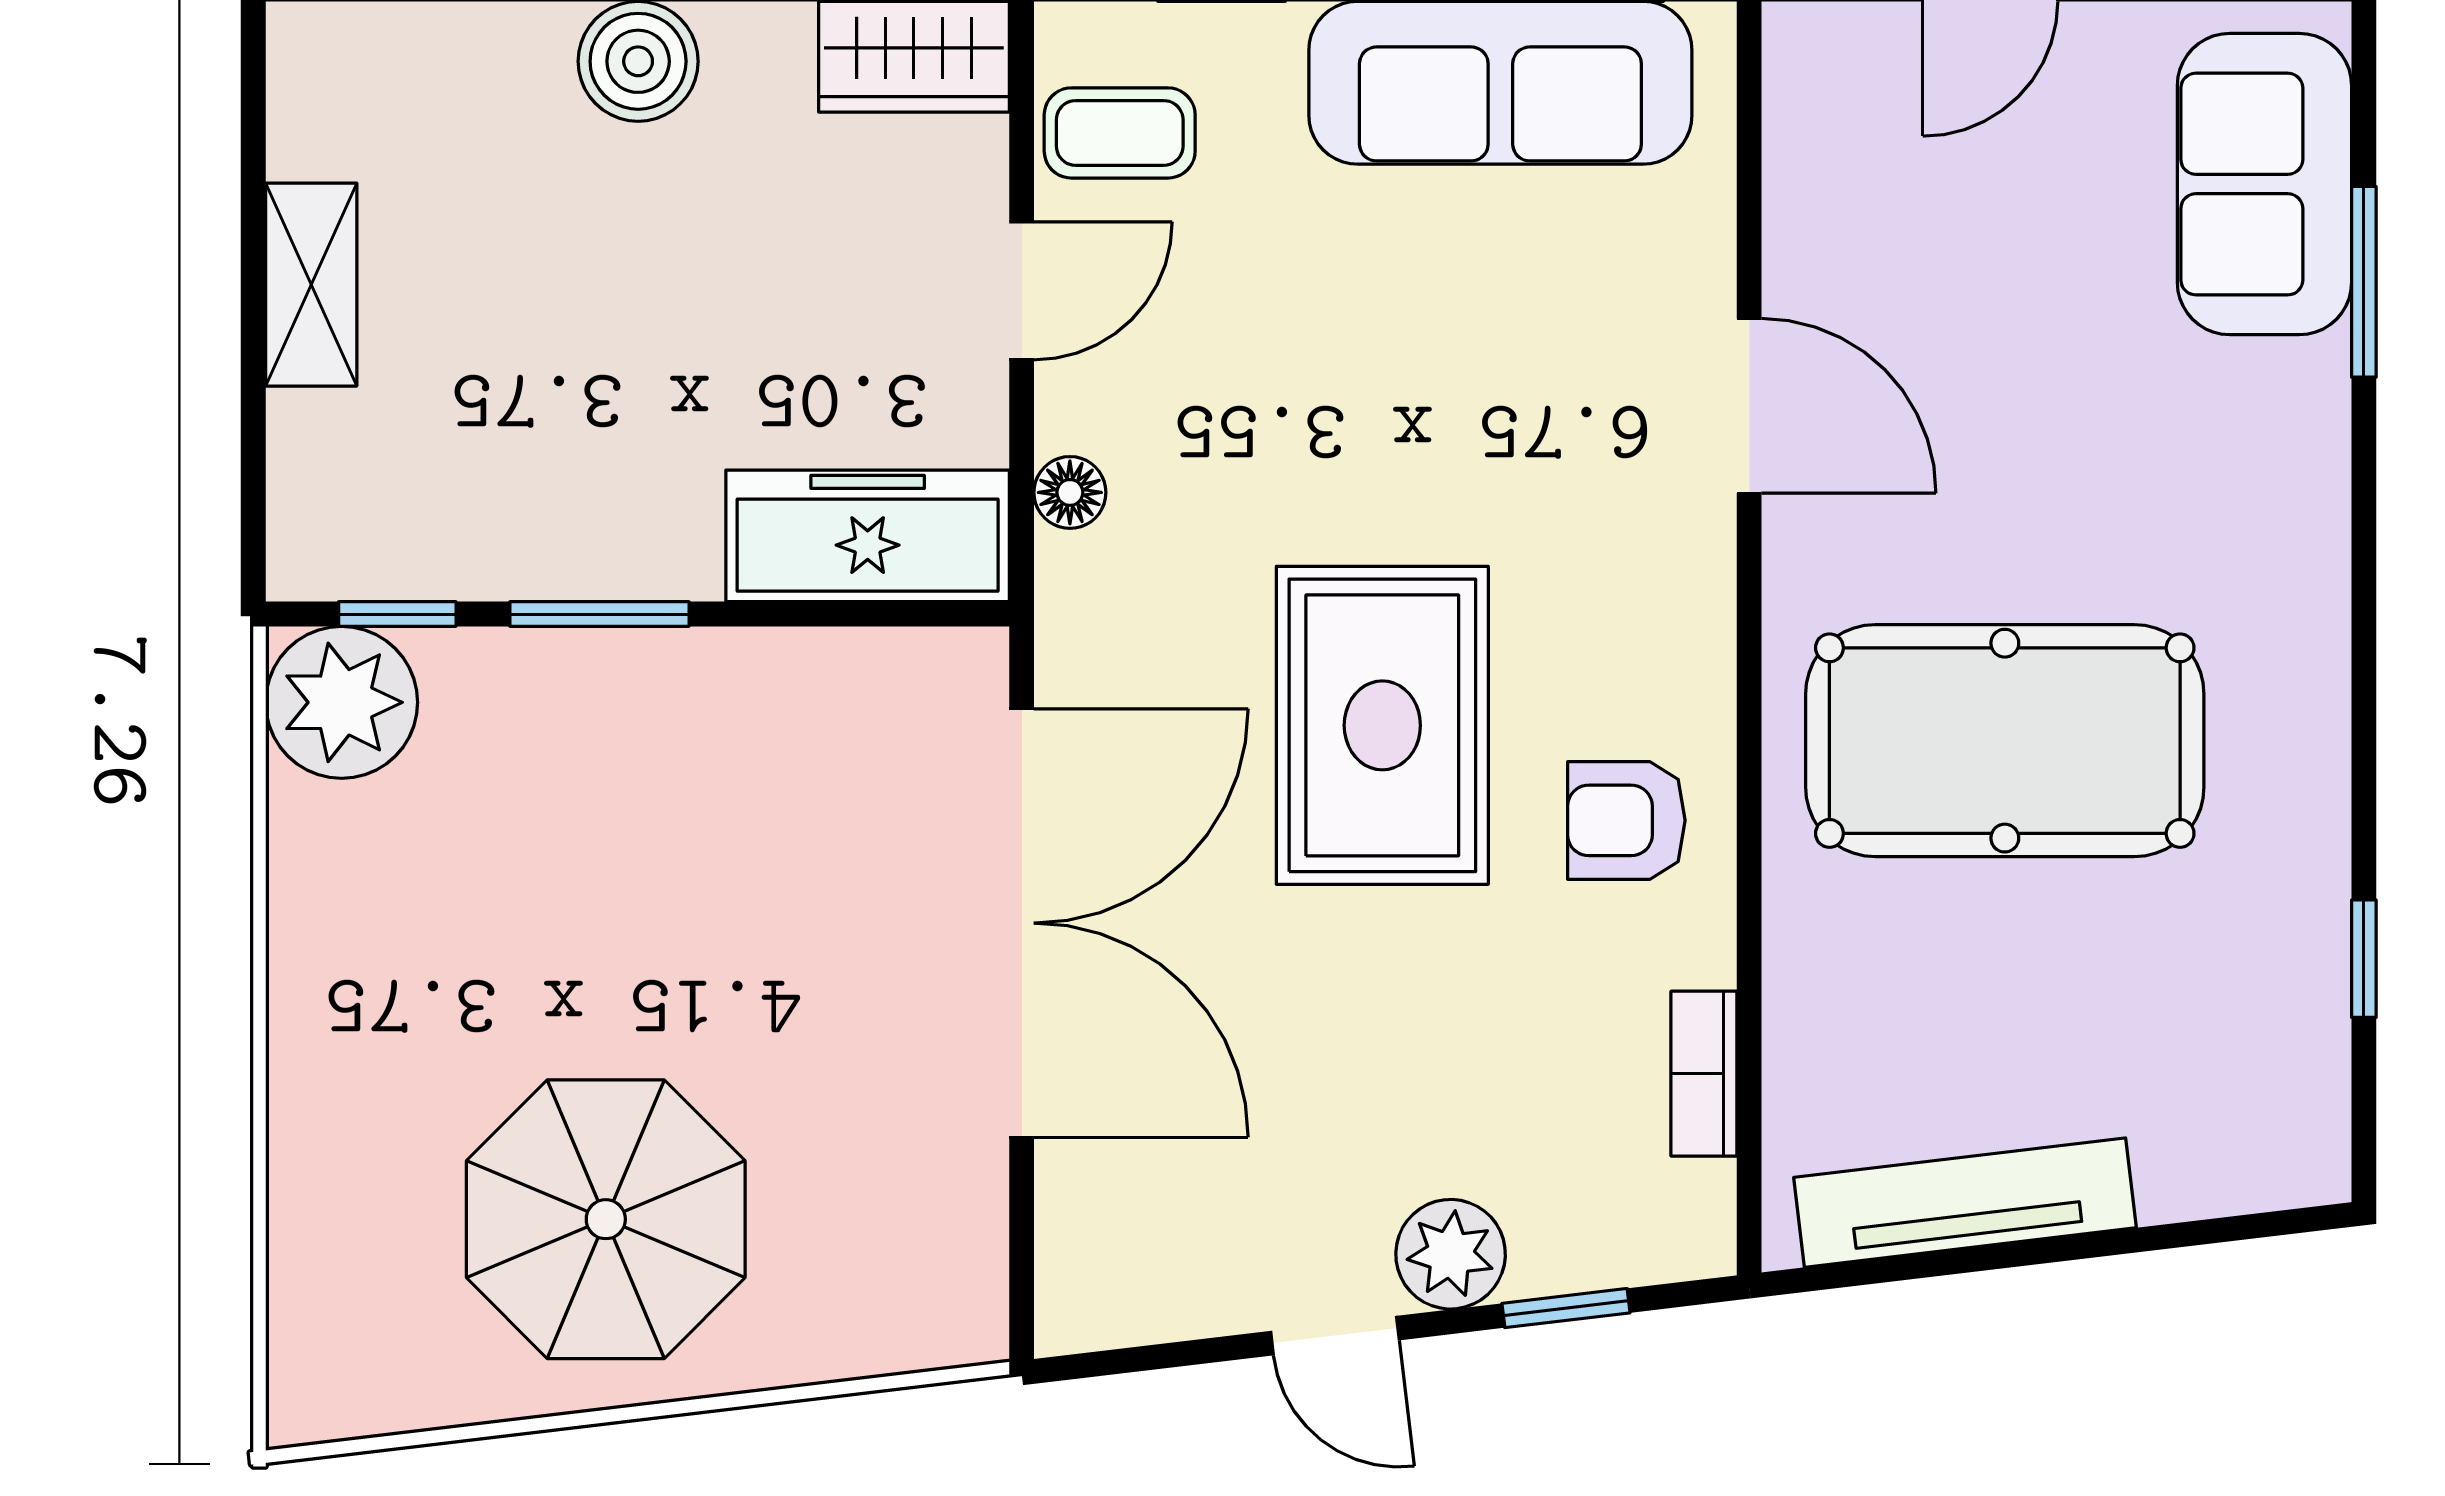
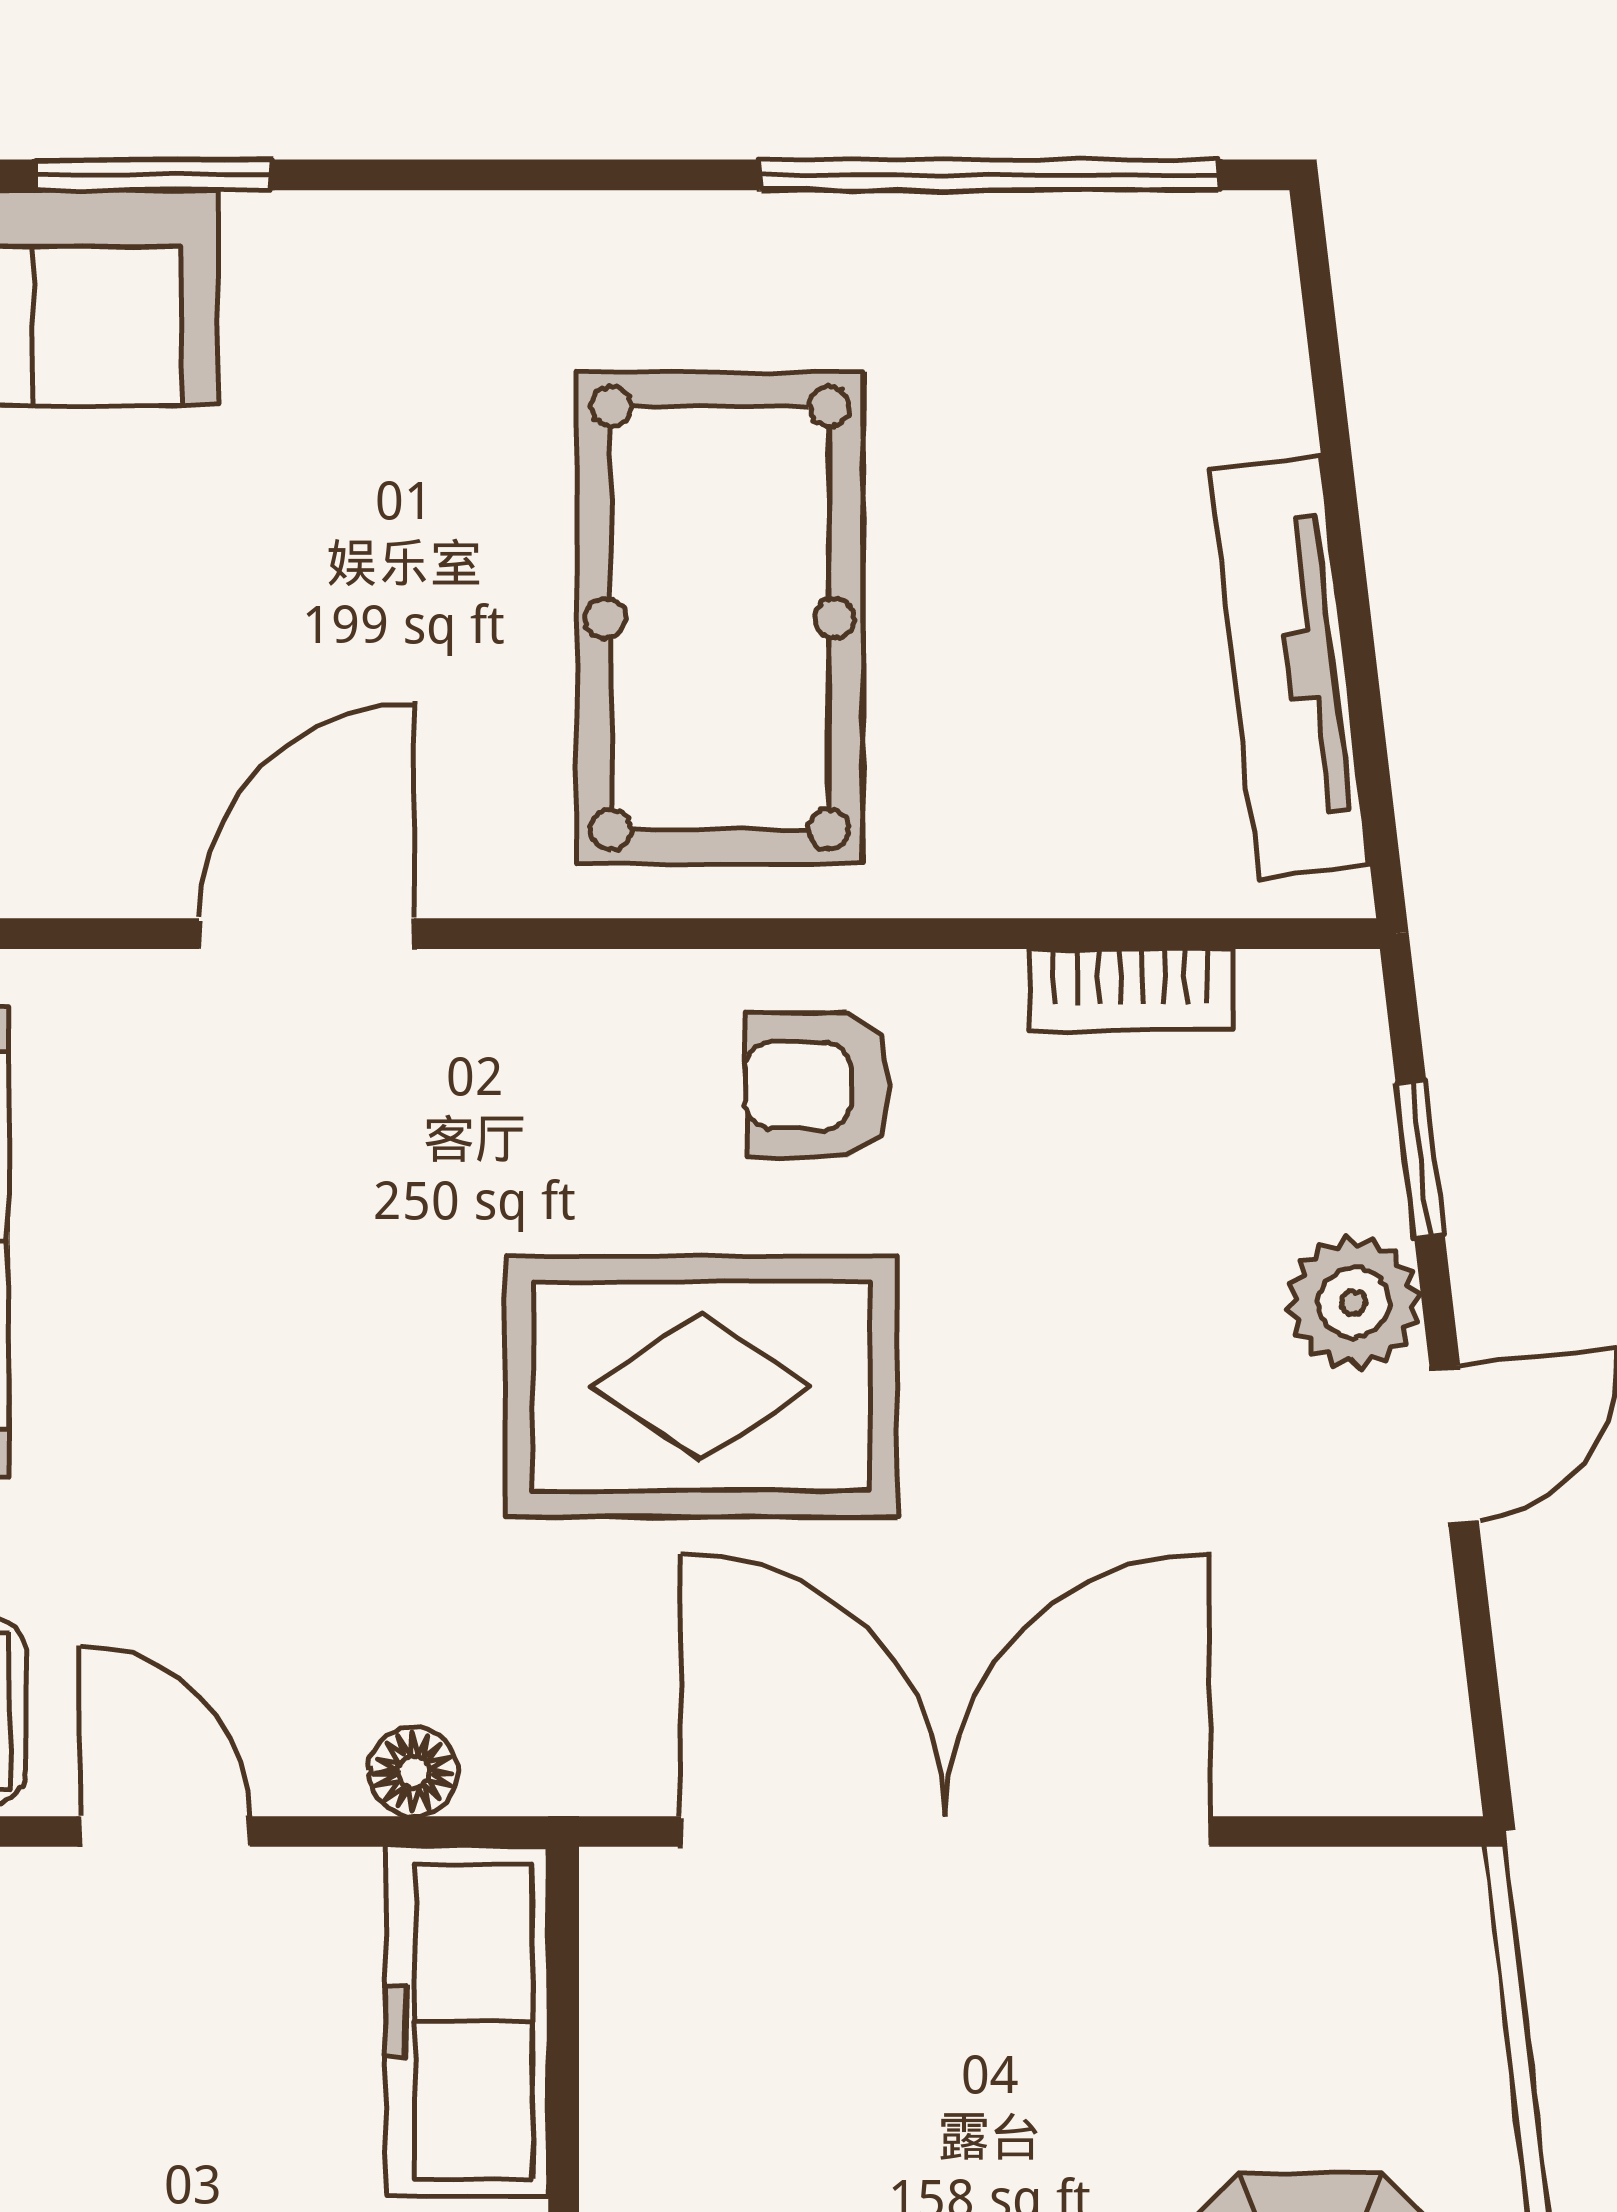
armchair: (1626, 820) -> (818, 1085), turned 90
window: (2364, 959) -> (989, 175), width x3.17

